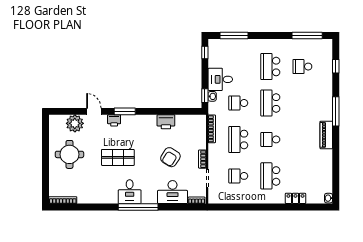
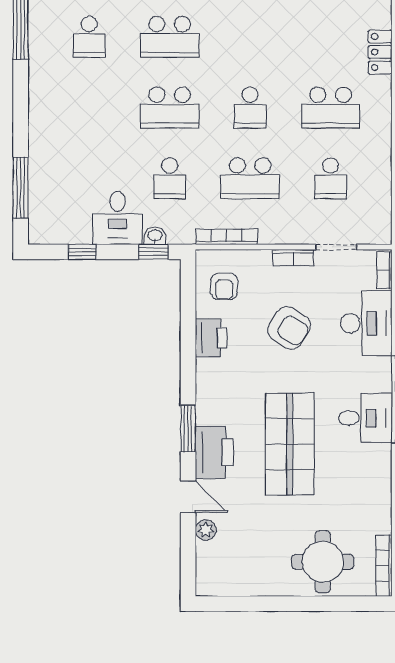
window: (205, 53) -> (82, 252), moved
school desk: (270, 67) -> (170, 37), moved
door: (94, 111) -> (188, 497), swing flipped
printer: (114, 120) -> (214, 452), width x1.87, depth x1.48
plant: (75, 123) -> (206, 530), width x0.53, depth x0.53
armchair: (189, 128) -> (224, 286), added
round table: (69, 154) -> (323, 562), moved
shop shelf: (118, 157) -> (290, 444), width x1.43, depth x1.36

